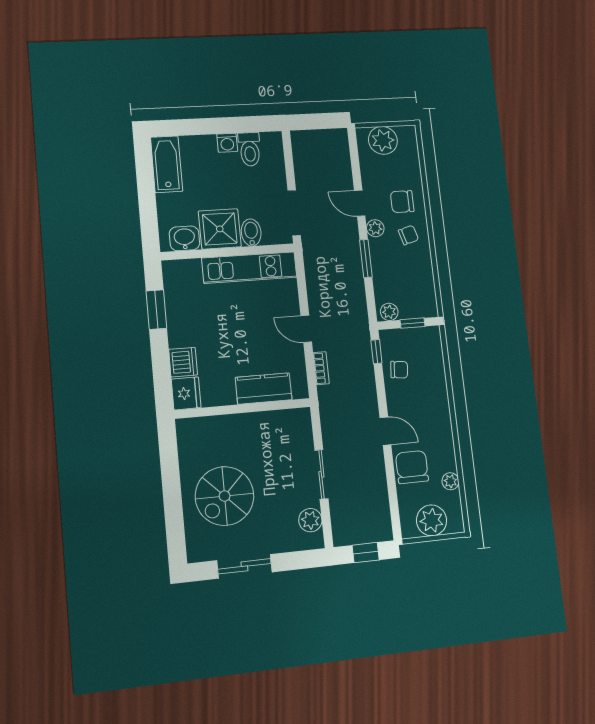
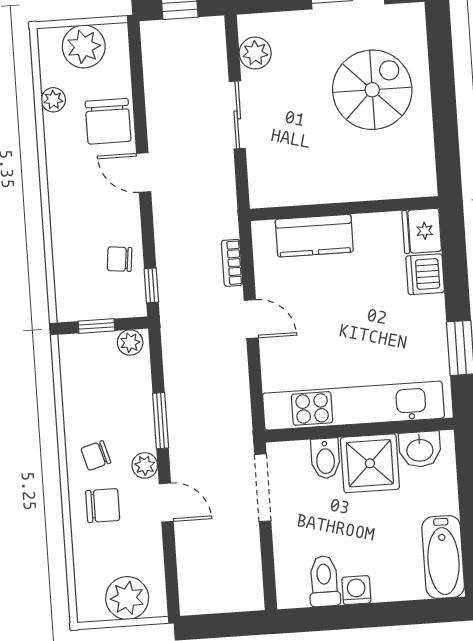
kitchen unit: (249, 268) -> (353, 406), width x1.36

